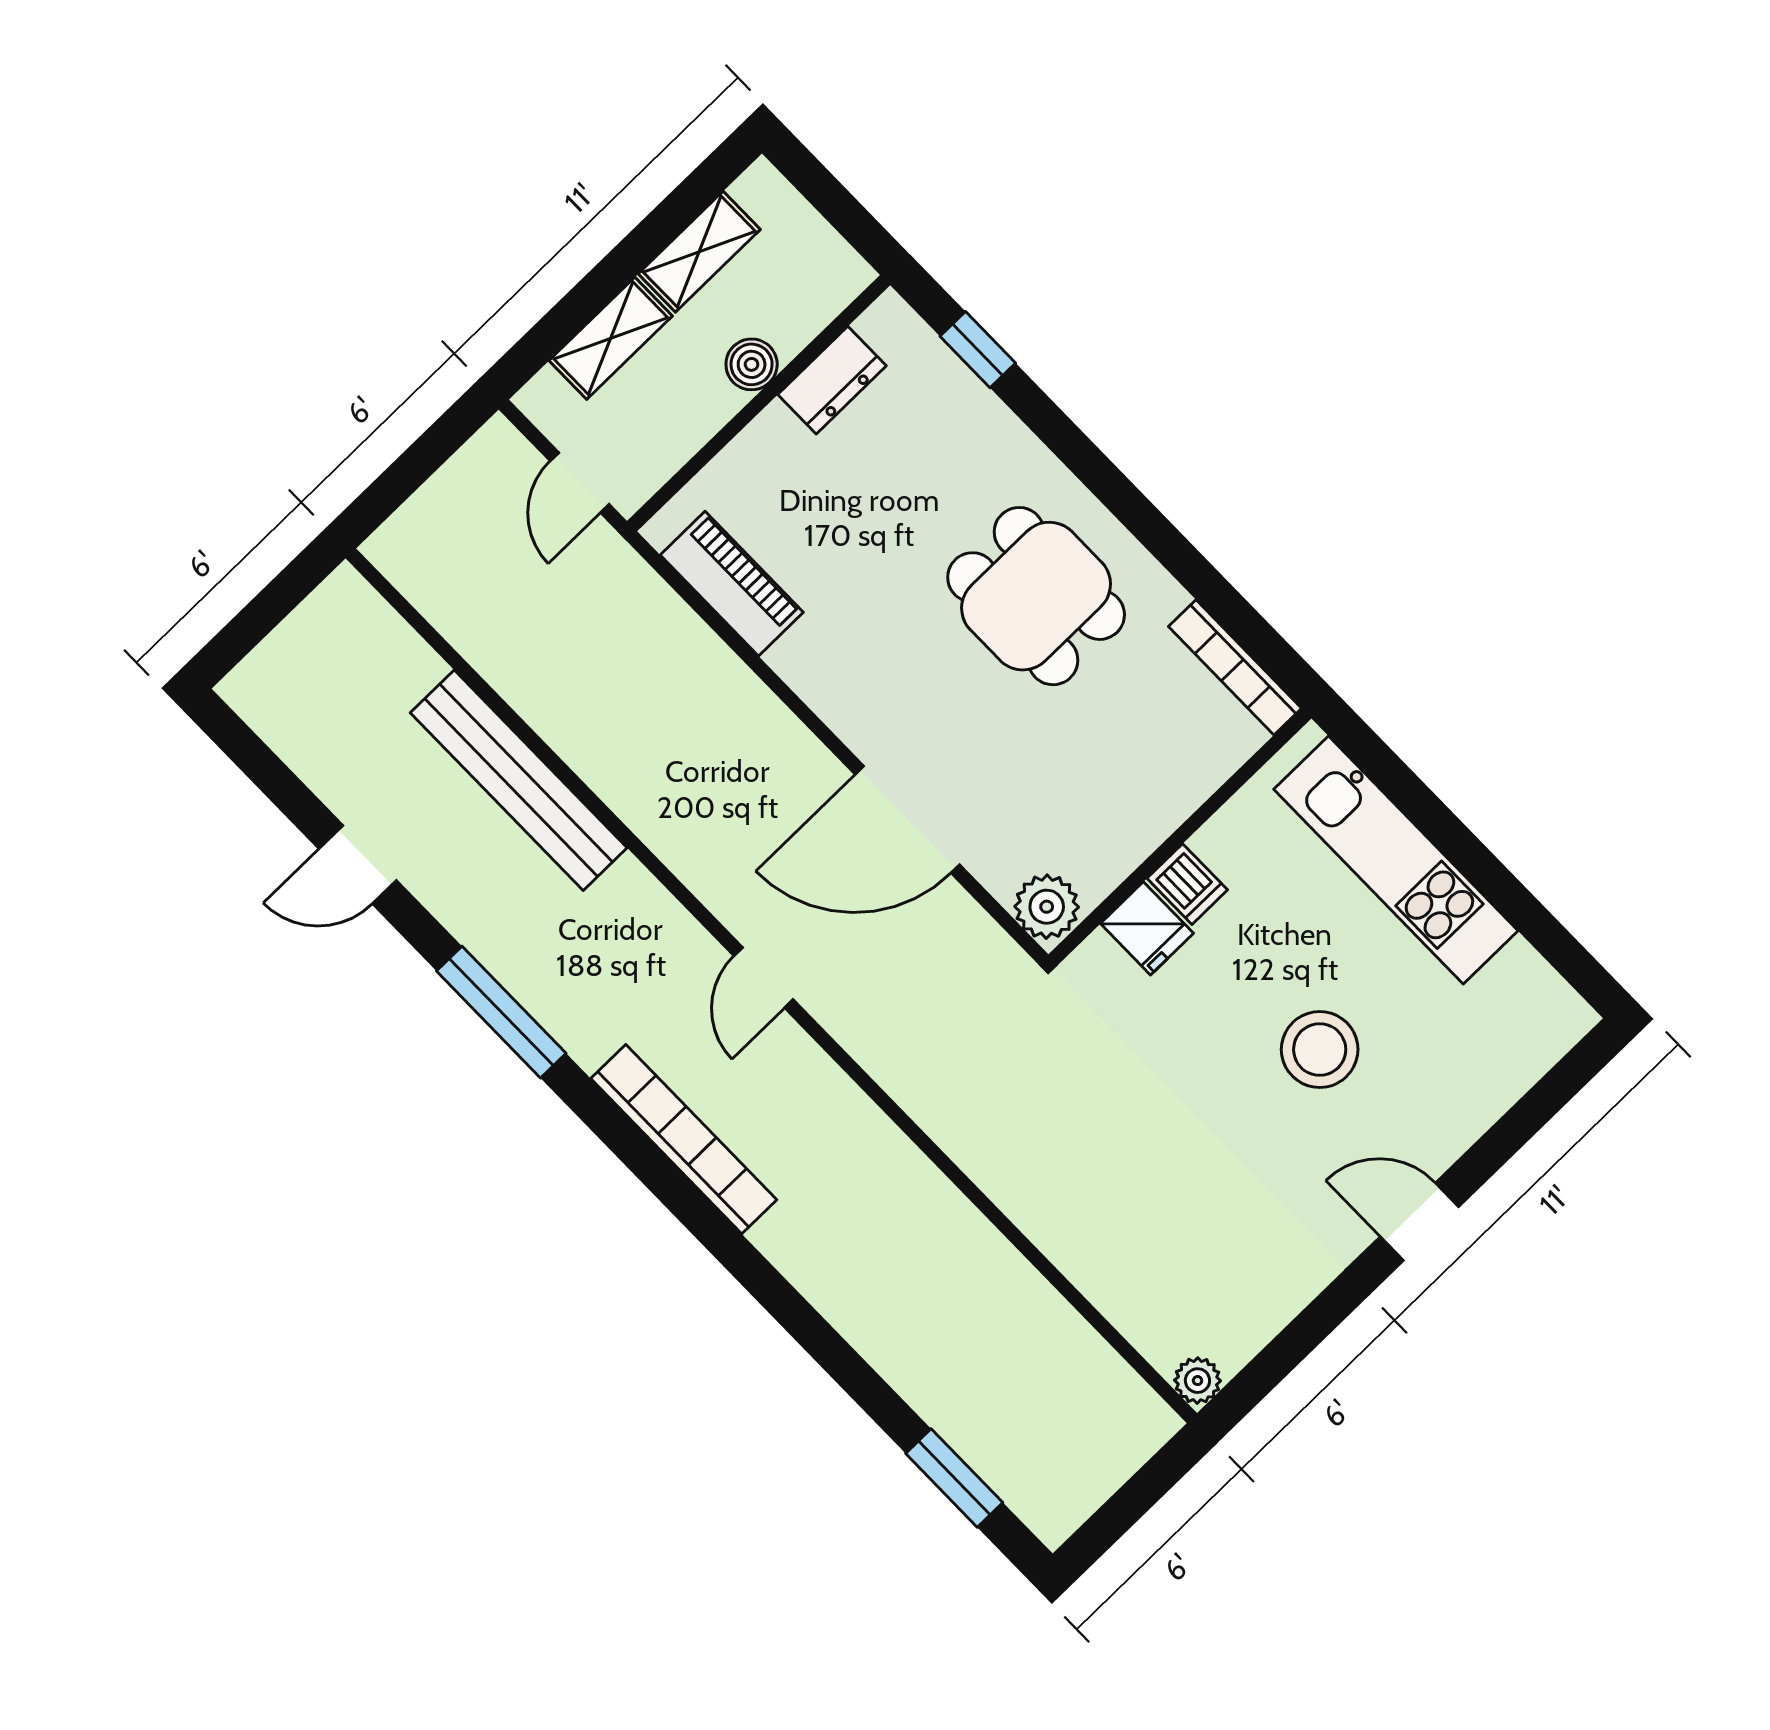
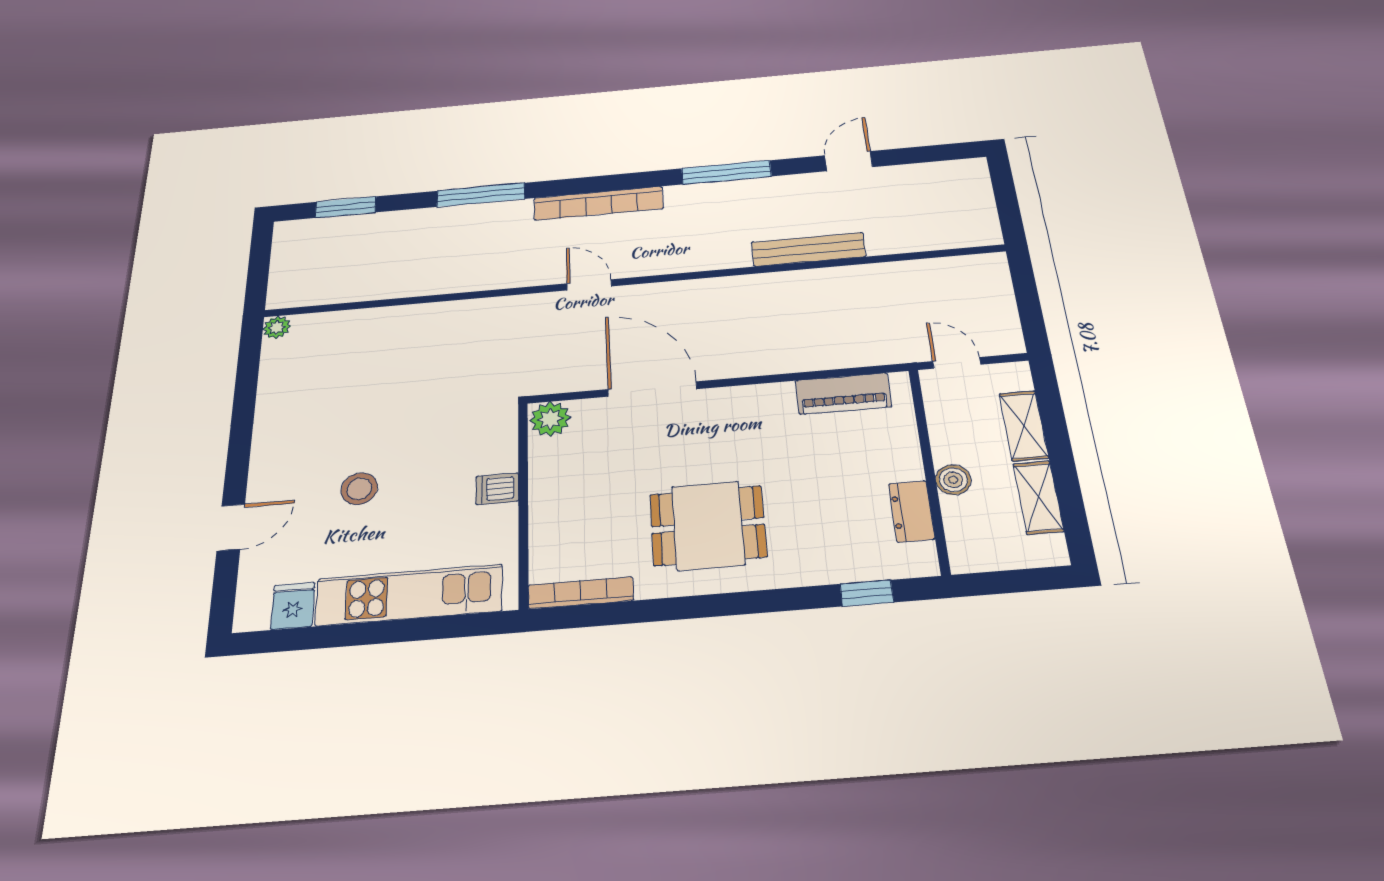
bench: (519, 780) -> (808, 249), width x0.73, depth x0.82
door: (907, 819) -> (652, 389), hinge flipped
fridge: (1147, 928) -> (293, 606), moved, turned 90
door: (764, 978) -> (589, 285), moved
stool: (1320, 1050) -> (359, 489), width x0.73, depth x0.73
door: (1419, 1222) -> (231, 527), moved
window: (792, 1312) -> (481, 195), added

